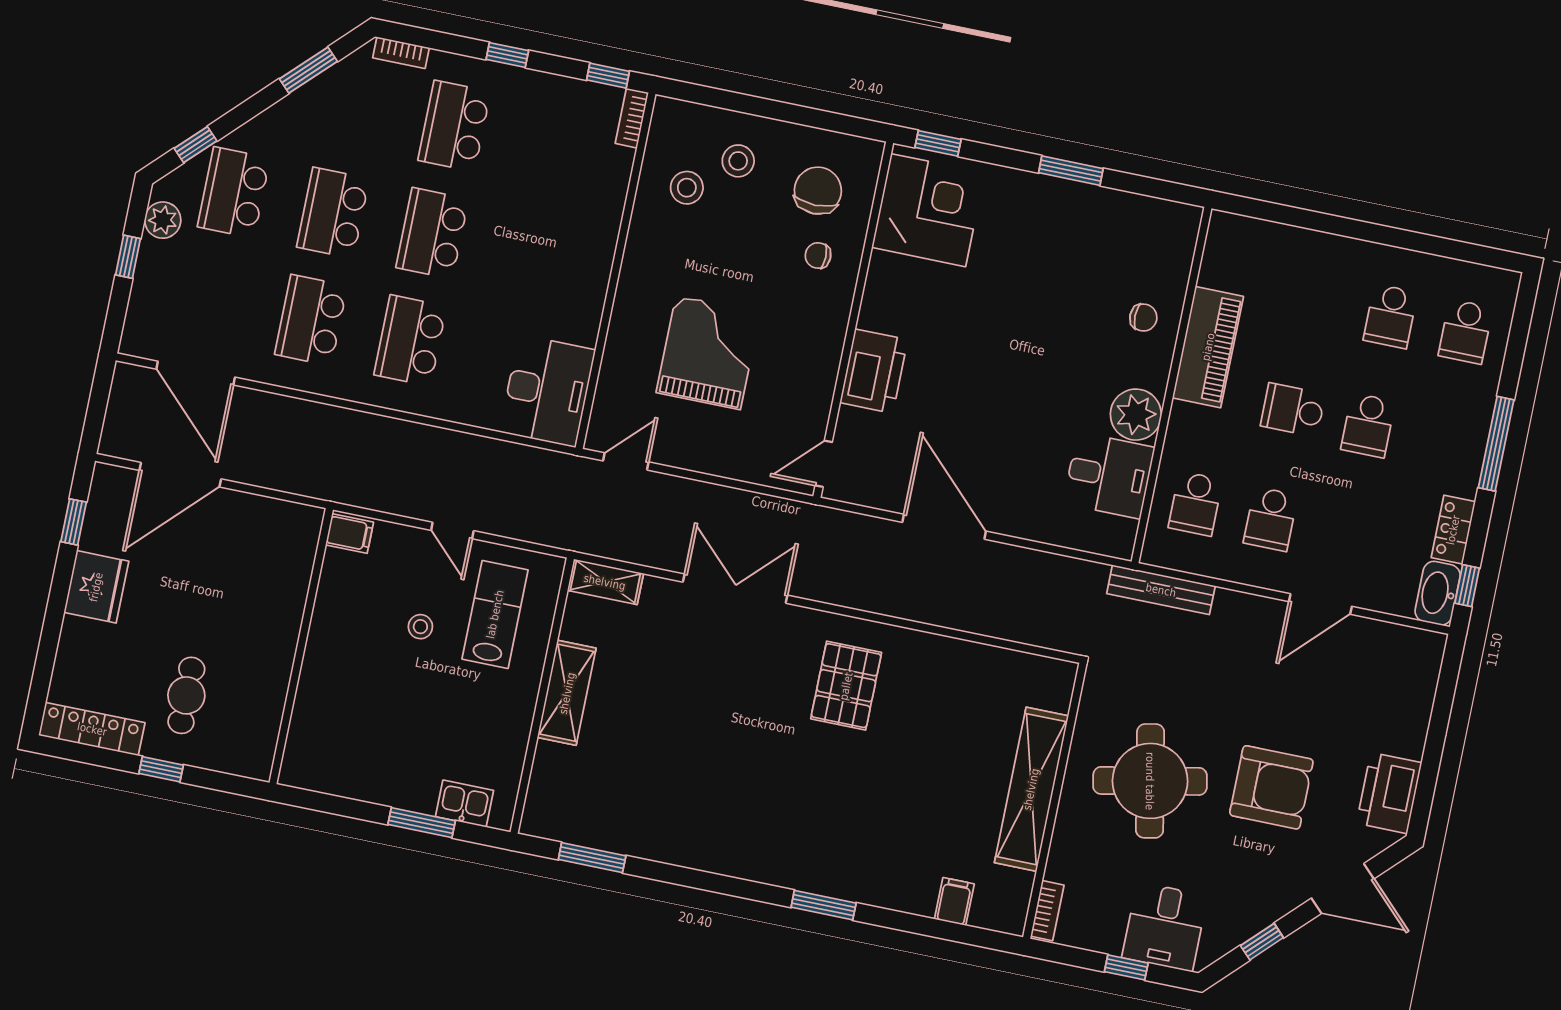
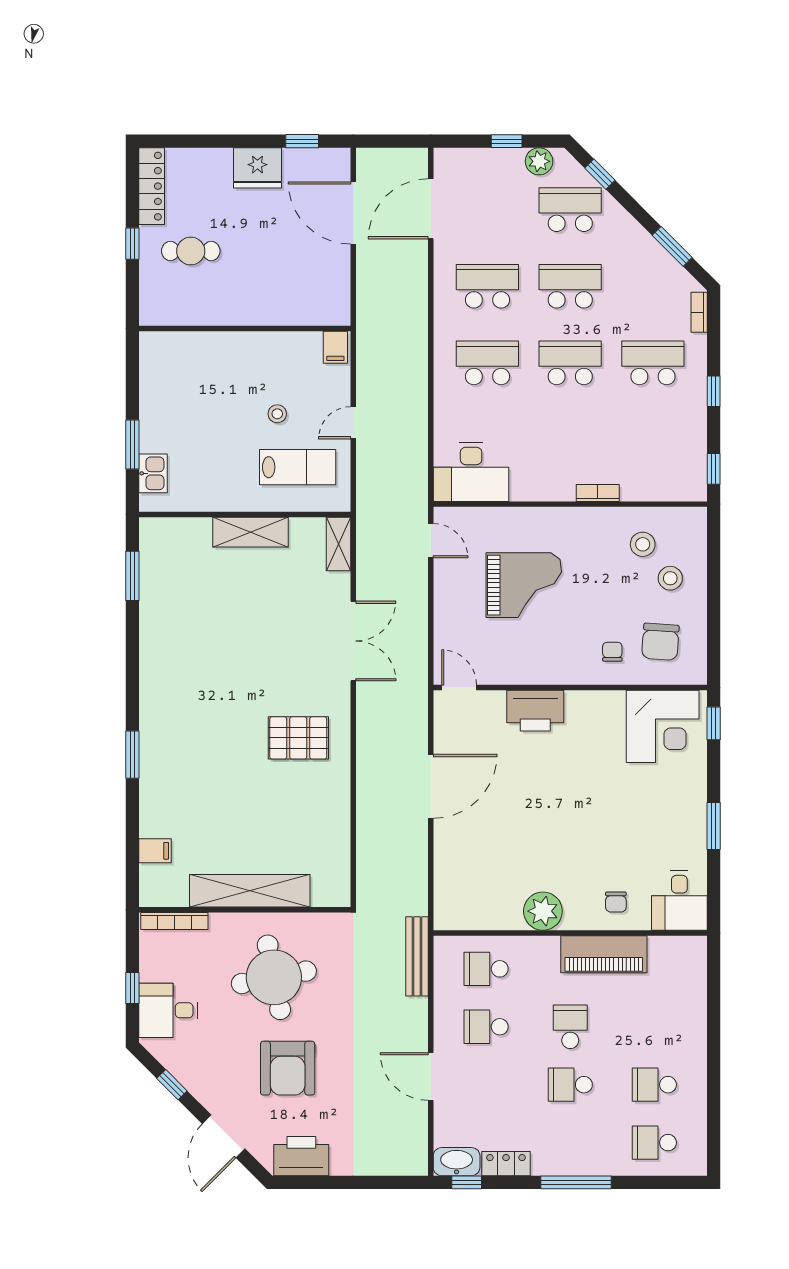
bookcase: (632, 118) -> (598, 493), moved
chair: (818, 191) -> (660, 642), turned 94
desk: (1109, 475) -> (679, 900), moved
bookcase: (1047, 911) -> (174, 921), width x1.56

